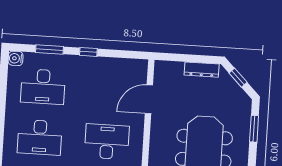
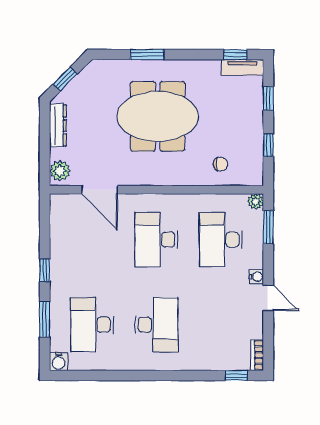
plant: (166, 69) -> (60, 171), added
desk: (43, 87) -> (92, 325), turned 180
window: (254, 129) -> (147, 55), moved

